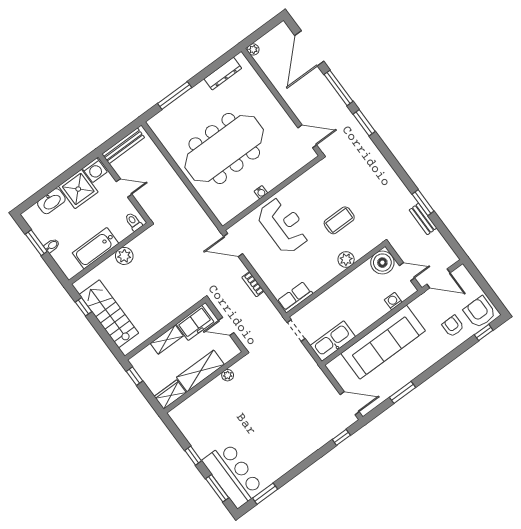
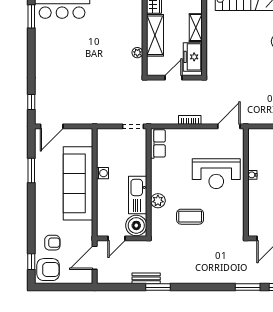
coffee table: (339, 220) -> (190, 217), turned 90
washing machine: (393, 301) -> (103, 173), moved
kitchen sink: (333, 341) -> (138, 195), moved, turned 180

